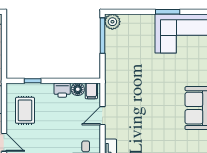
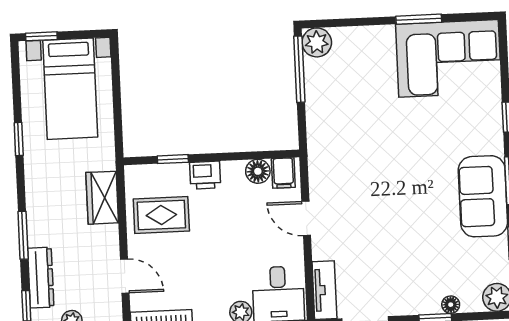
printer: (62, 90) -> (205, 175), moved
rug: (25, 110) -> (161, 215), turned 90
door: (102, 116) -> (306, 218), hinge flipped

